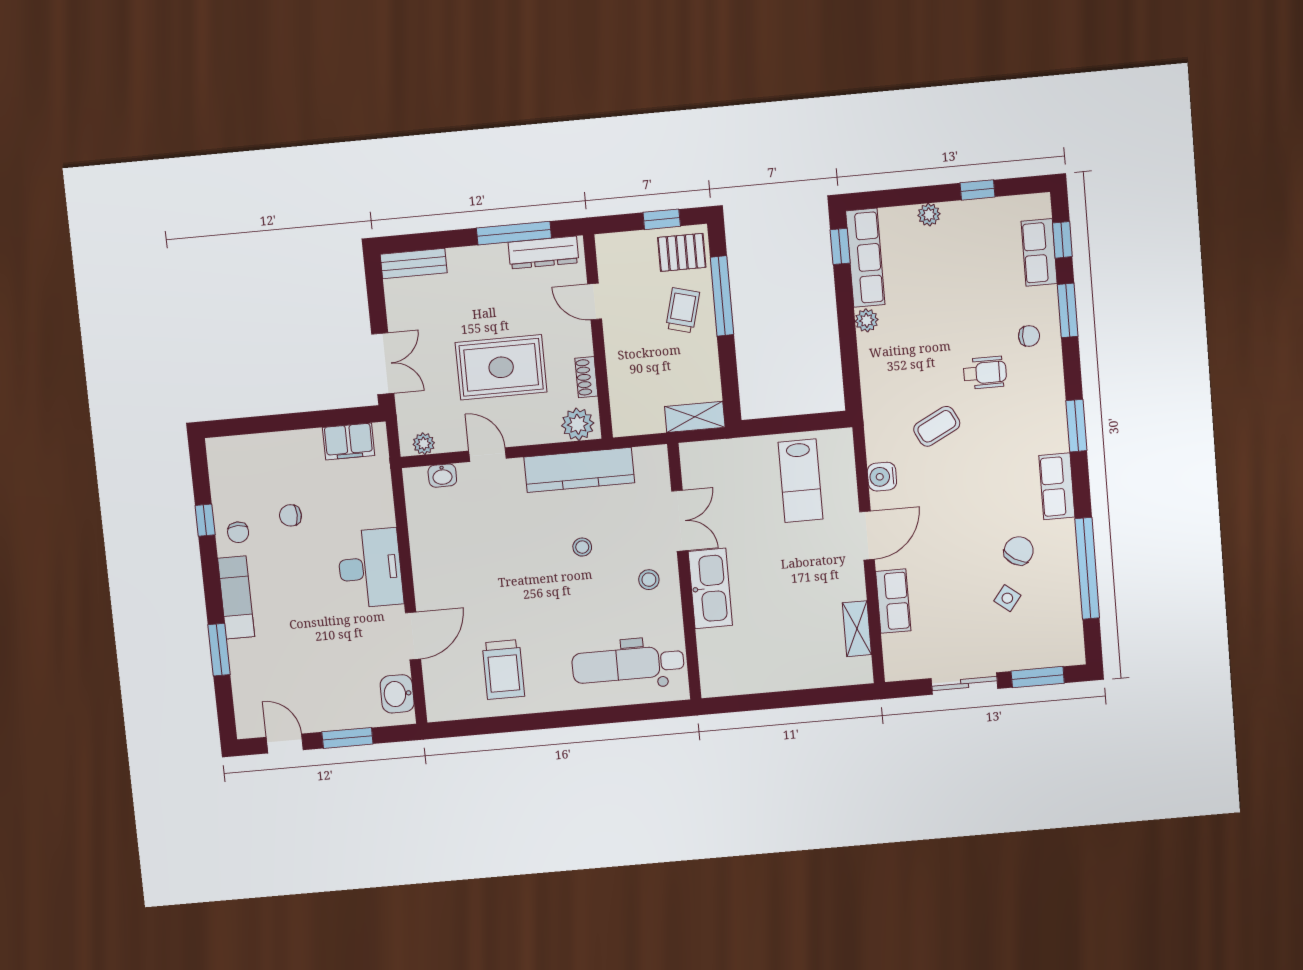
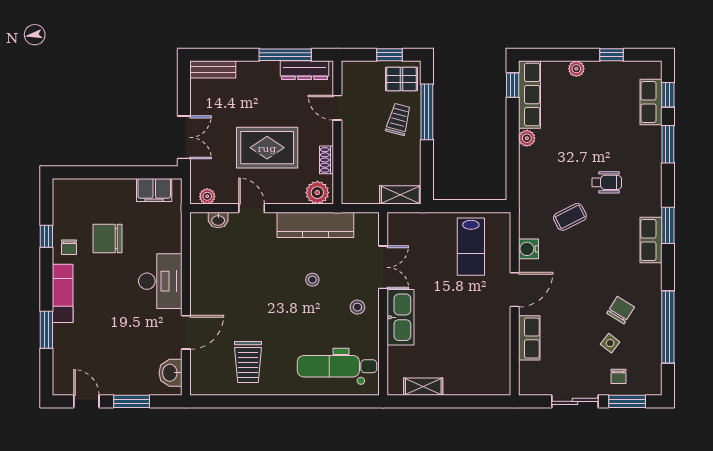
chair: (1029, 336) -> (619, 376), moved, turned 90
row of seats: (1057, 486) -> (651, 240), moved
chair: (290, 515) -> (108, 239), width x1.87, depth x1.87
shelving: (857, 629) -> (423, 387), moved, turned 90

